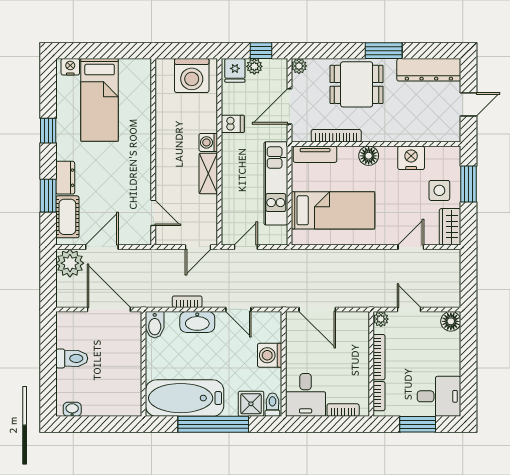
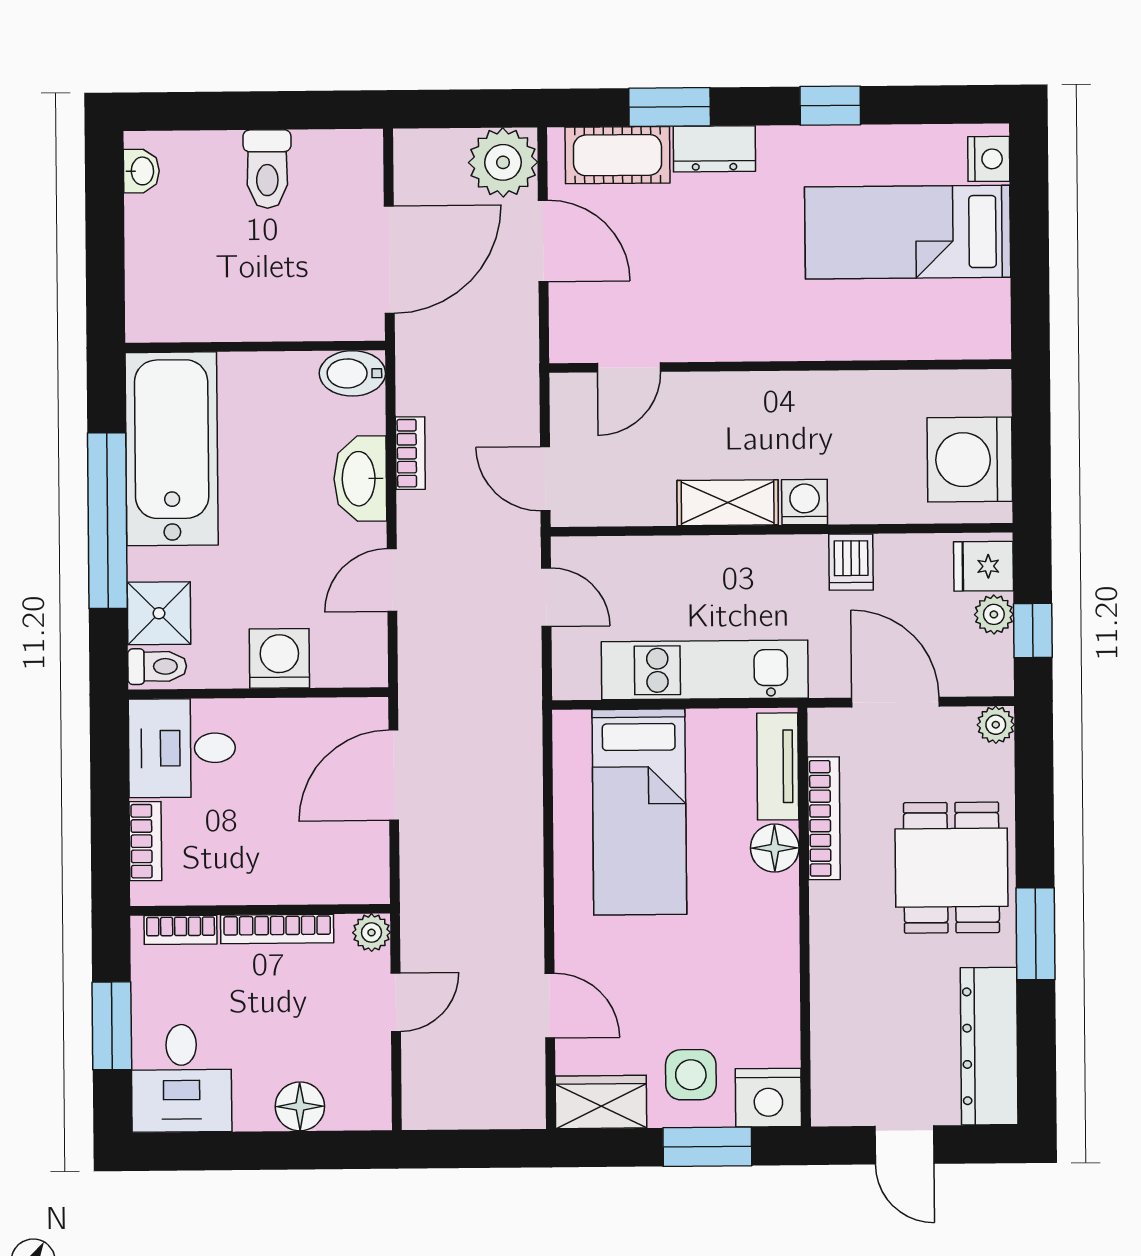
floor lamp: (369, 156) -> (775, 848), moved
nightstand: (411, 158) -> (768, 1098), moved, turned 90
floor lamp: (451, 321) -> (300, 1106), moved

